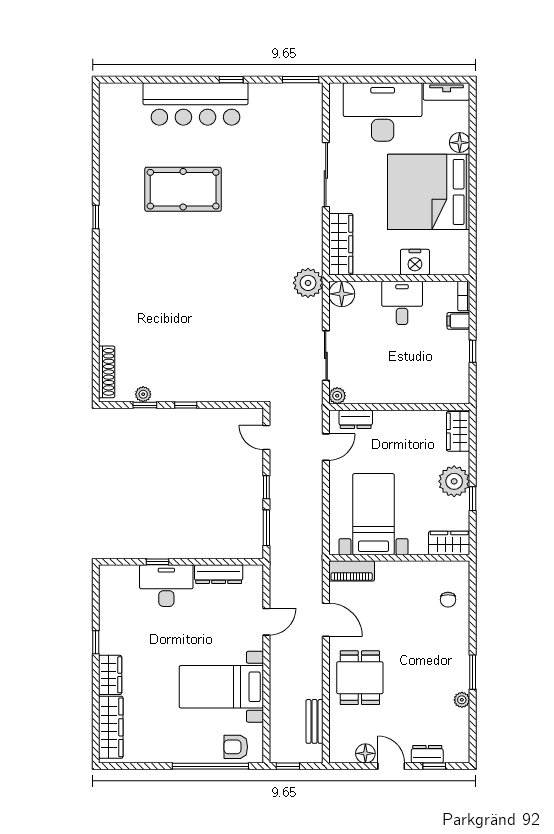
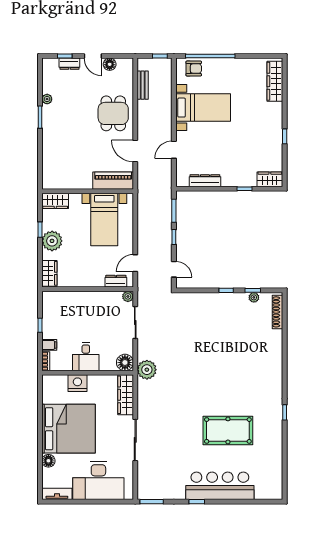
piano: (352, 571) -> (113, 181), width x1.37, depth x1.33
desk: (166, 586) -> (239, 173), removed
chair: (448, 600) -> (56, 164), removed
wardrobe: (110, 675) -> (270, 179), moved, turned 90

